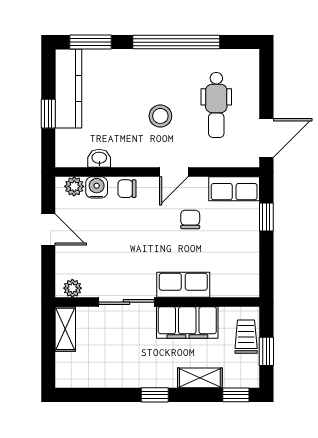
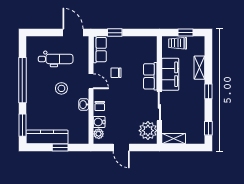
washbasin: (99, 158) -> (84, 105), moved
door: (48, 229) -> (121, 147), swing flipped
plant: (72, 288) -> (148, 131), width x1.88, depth x1.88
window: (236, 395) -> (208, 128), moved

